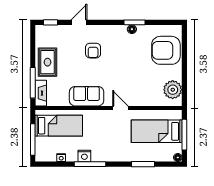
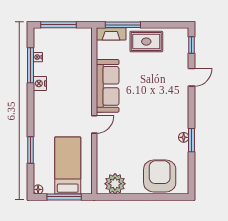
door: (79, 22) -> (192, 77), hinge flipped
armchair: (93, 51) -> (159, 93), removed
sofa: (87, 96) -> (108, 86), width x1.36
bed: (59, 126) -> (74, 54), removed
window: (90, 164) -> (31, 65), moved

